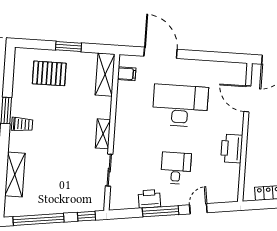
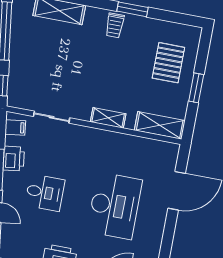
filing cabinet: (127, 74) -> (15, 127), moved, turned -98
shelving: (103, 134) -> (108, 118), moved

